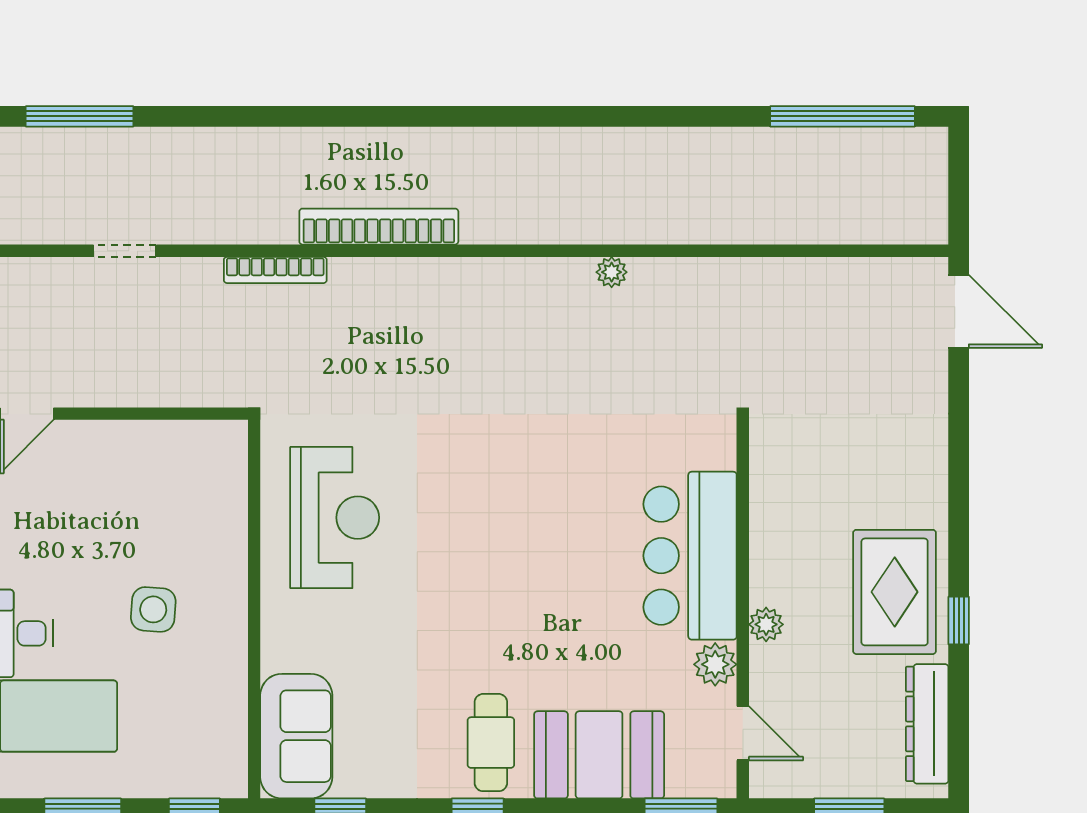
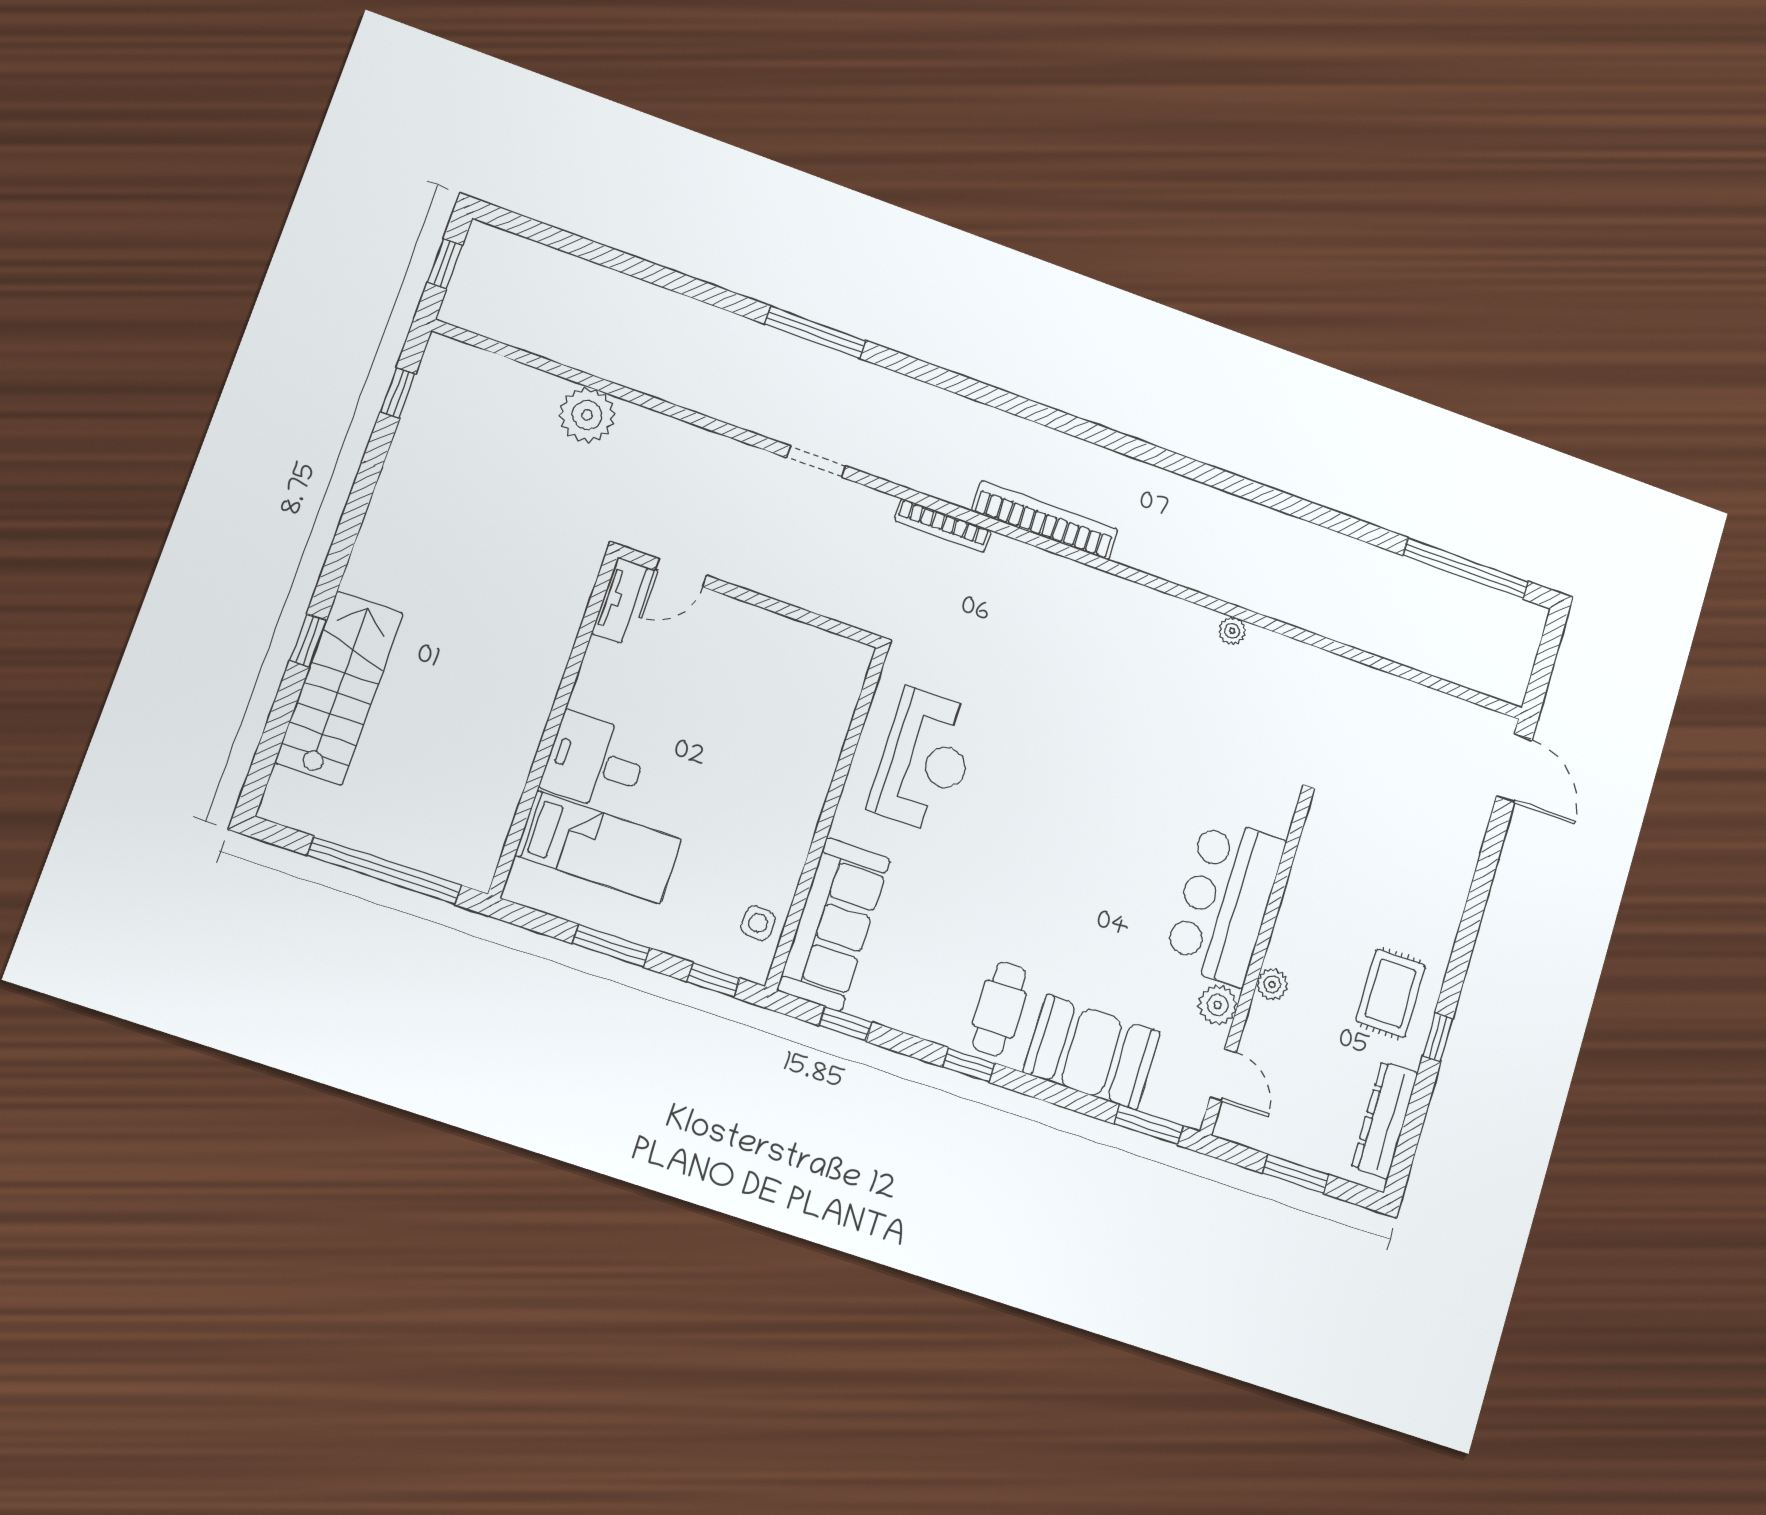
rug: (895, 592) -> (1391, 993), width x0.73, depth x0.70
side table: (153, 609) -> (758, 923), moved, width x0.73, depth x0.73
sofa: (296, 736) -> (834, 924), width x1.36

